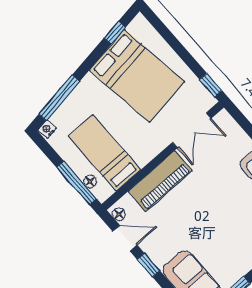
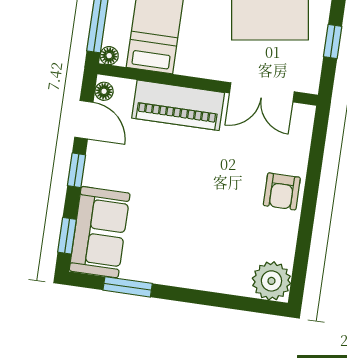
window: (211, 85) -> (333, 41), moved
floor lamp: (90, 182) -> (109, 56), moved

